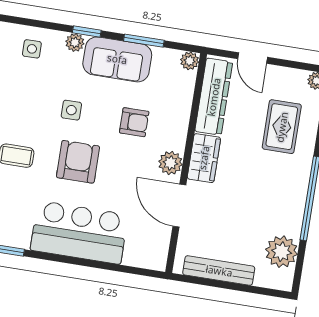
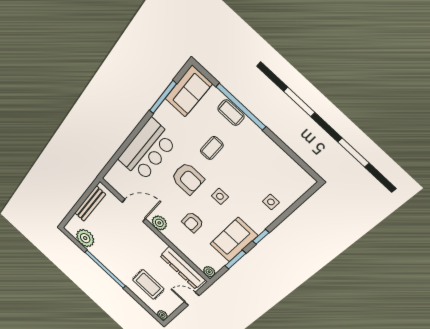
plant: (75, 43) -> (259, 226), removed
wardrobe: (204, 158) -> (153, 240), removed

